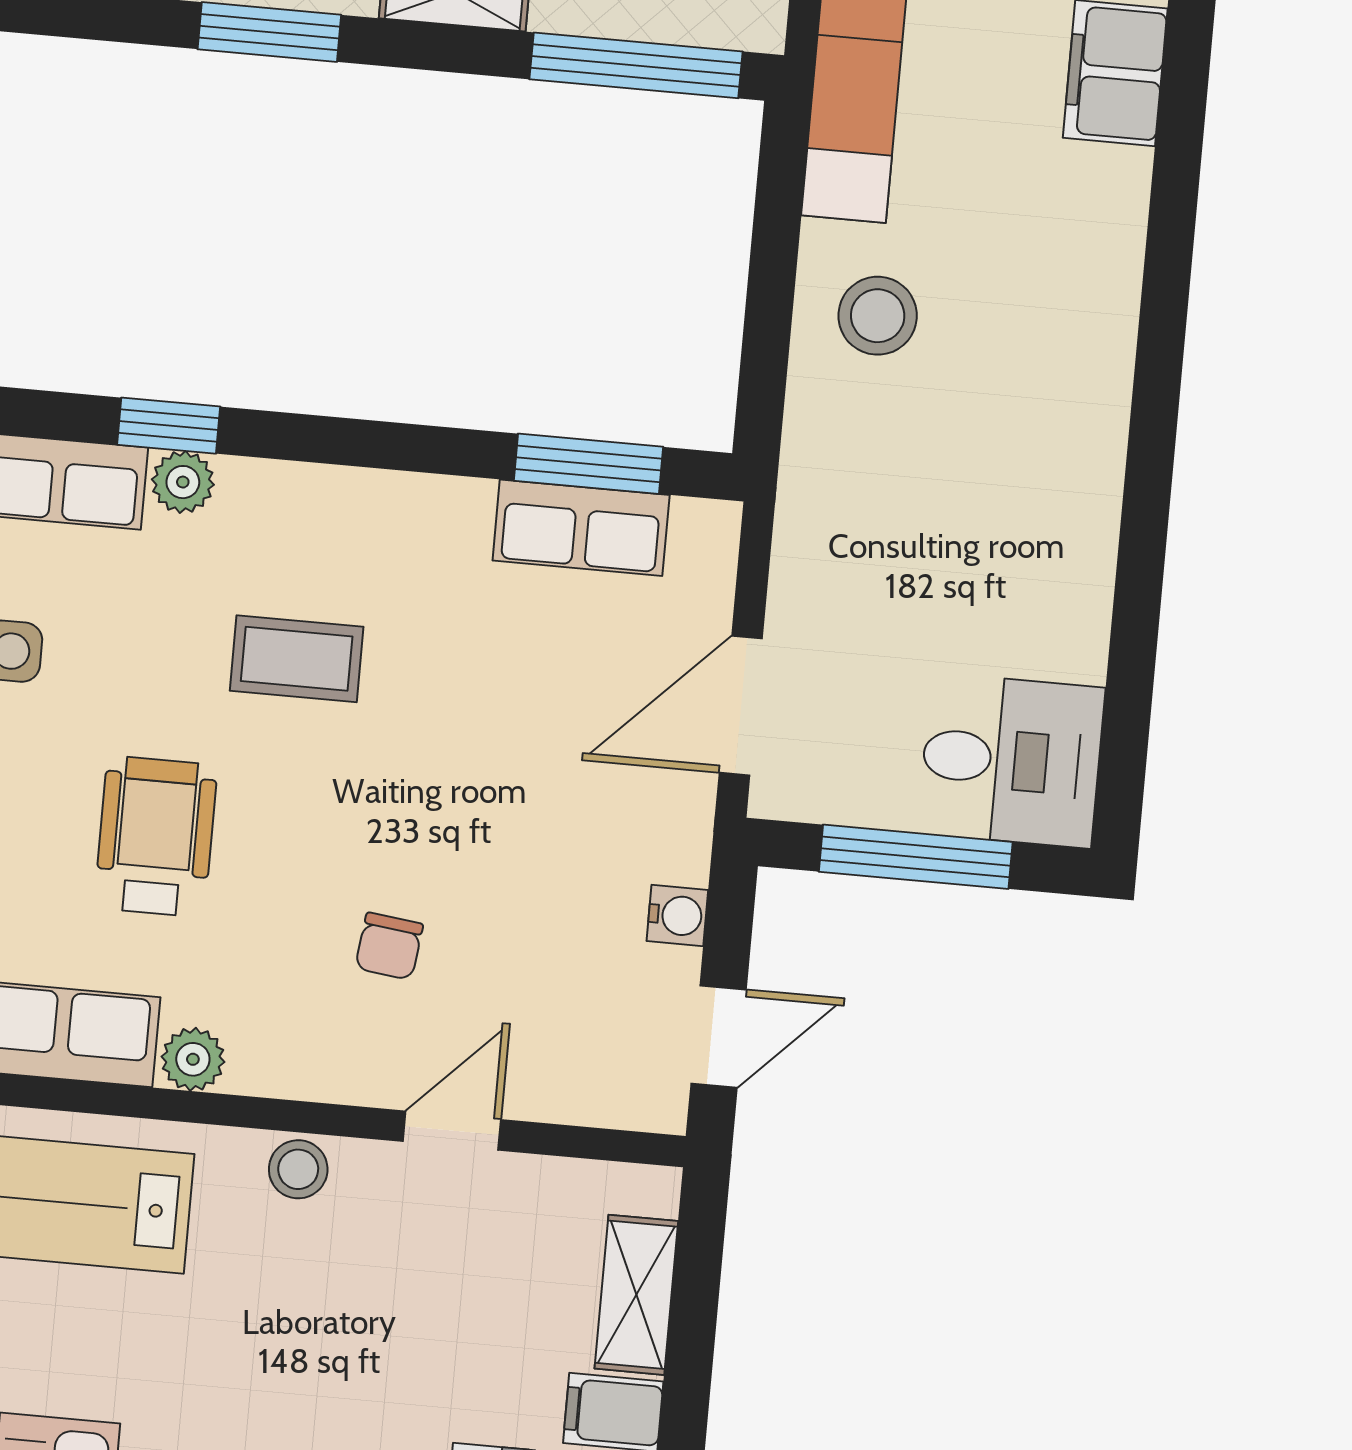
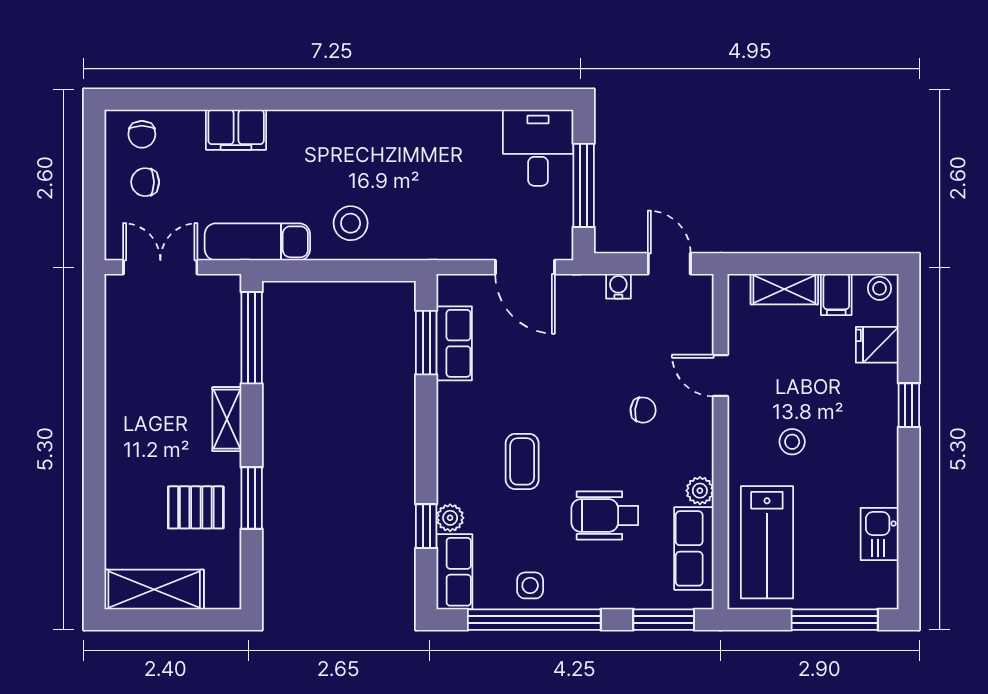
stool: (298, 1169) -> (792, 442), moved

